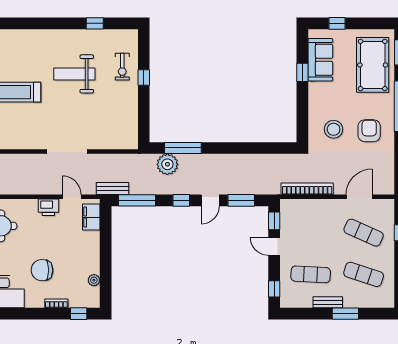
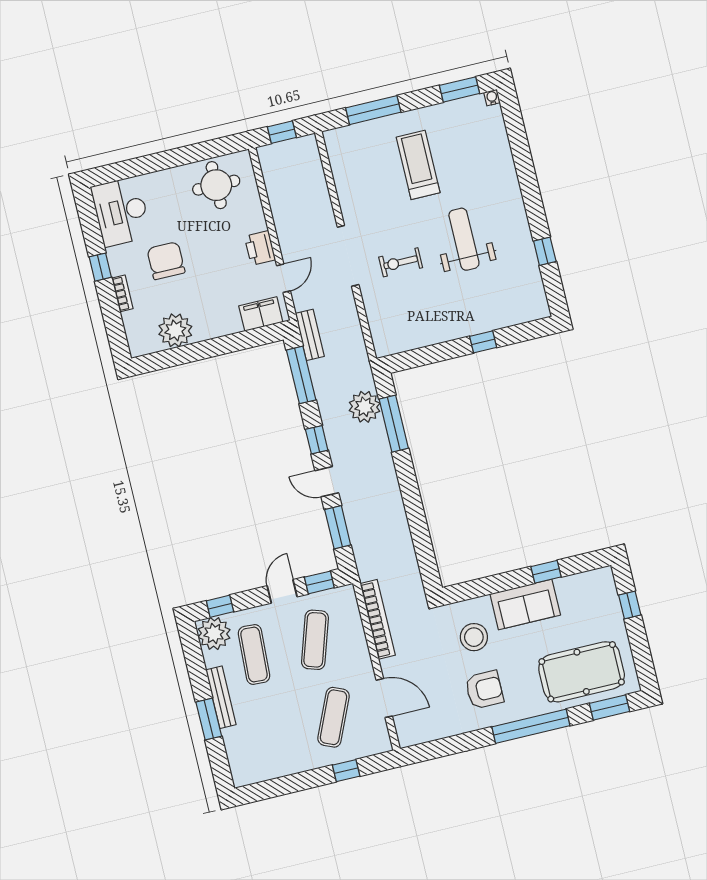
sofa: (320, 60) -> (525, 604), moved
exercise bike: (122, 67) -> (401, 262), moved
exercise mat: (364, 274) -> (315, 640), moved
plant: (94, 280) -> (175, 330), width x1.88, depth x1.88
plant: (291, 297) -> (214, 633), added
bench: (328, 302) -> (221, 697), width x1.36
window: (79, 314) -> (100, 267), moved

